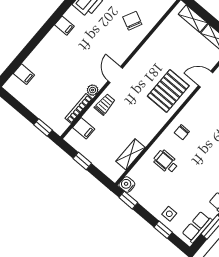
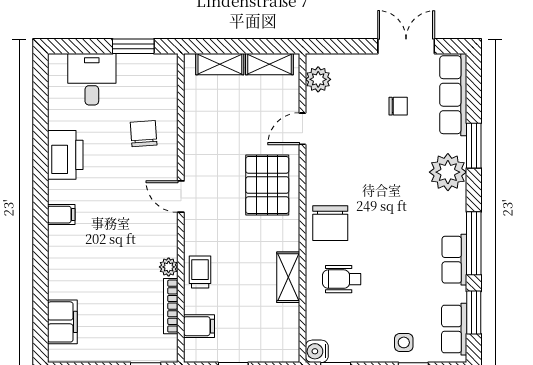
chair: (132, 21) -> (144, 134), turned 60
filing cabinet: (24, 74) -> (62, 322), width x2.00
door: (115, 75) -> (181, 197), moved
chair: (182, 132) -> (330, 223), width x1.87, depth x1.87
shelving: (130, 154) -> (288, 277), moved

